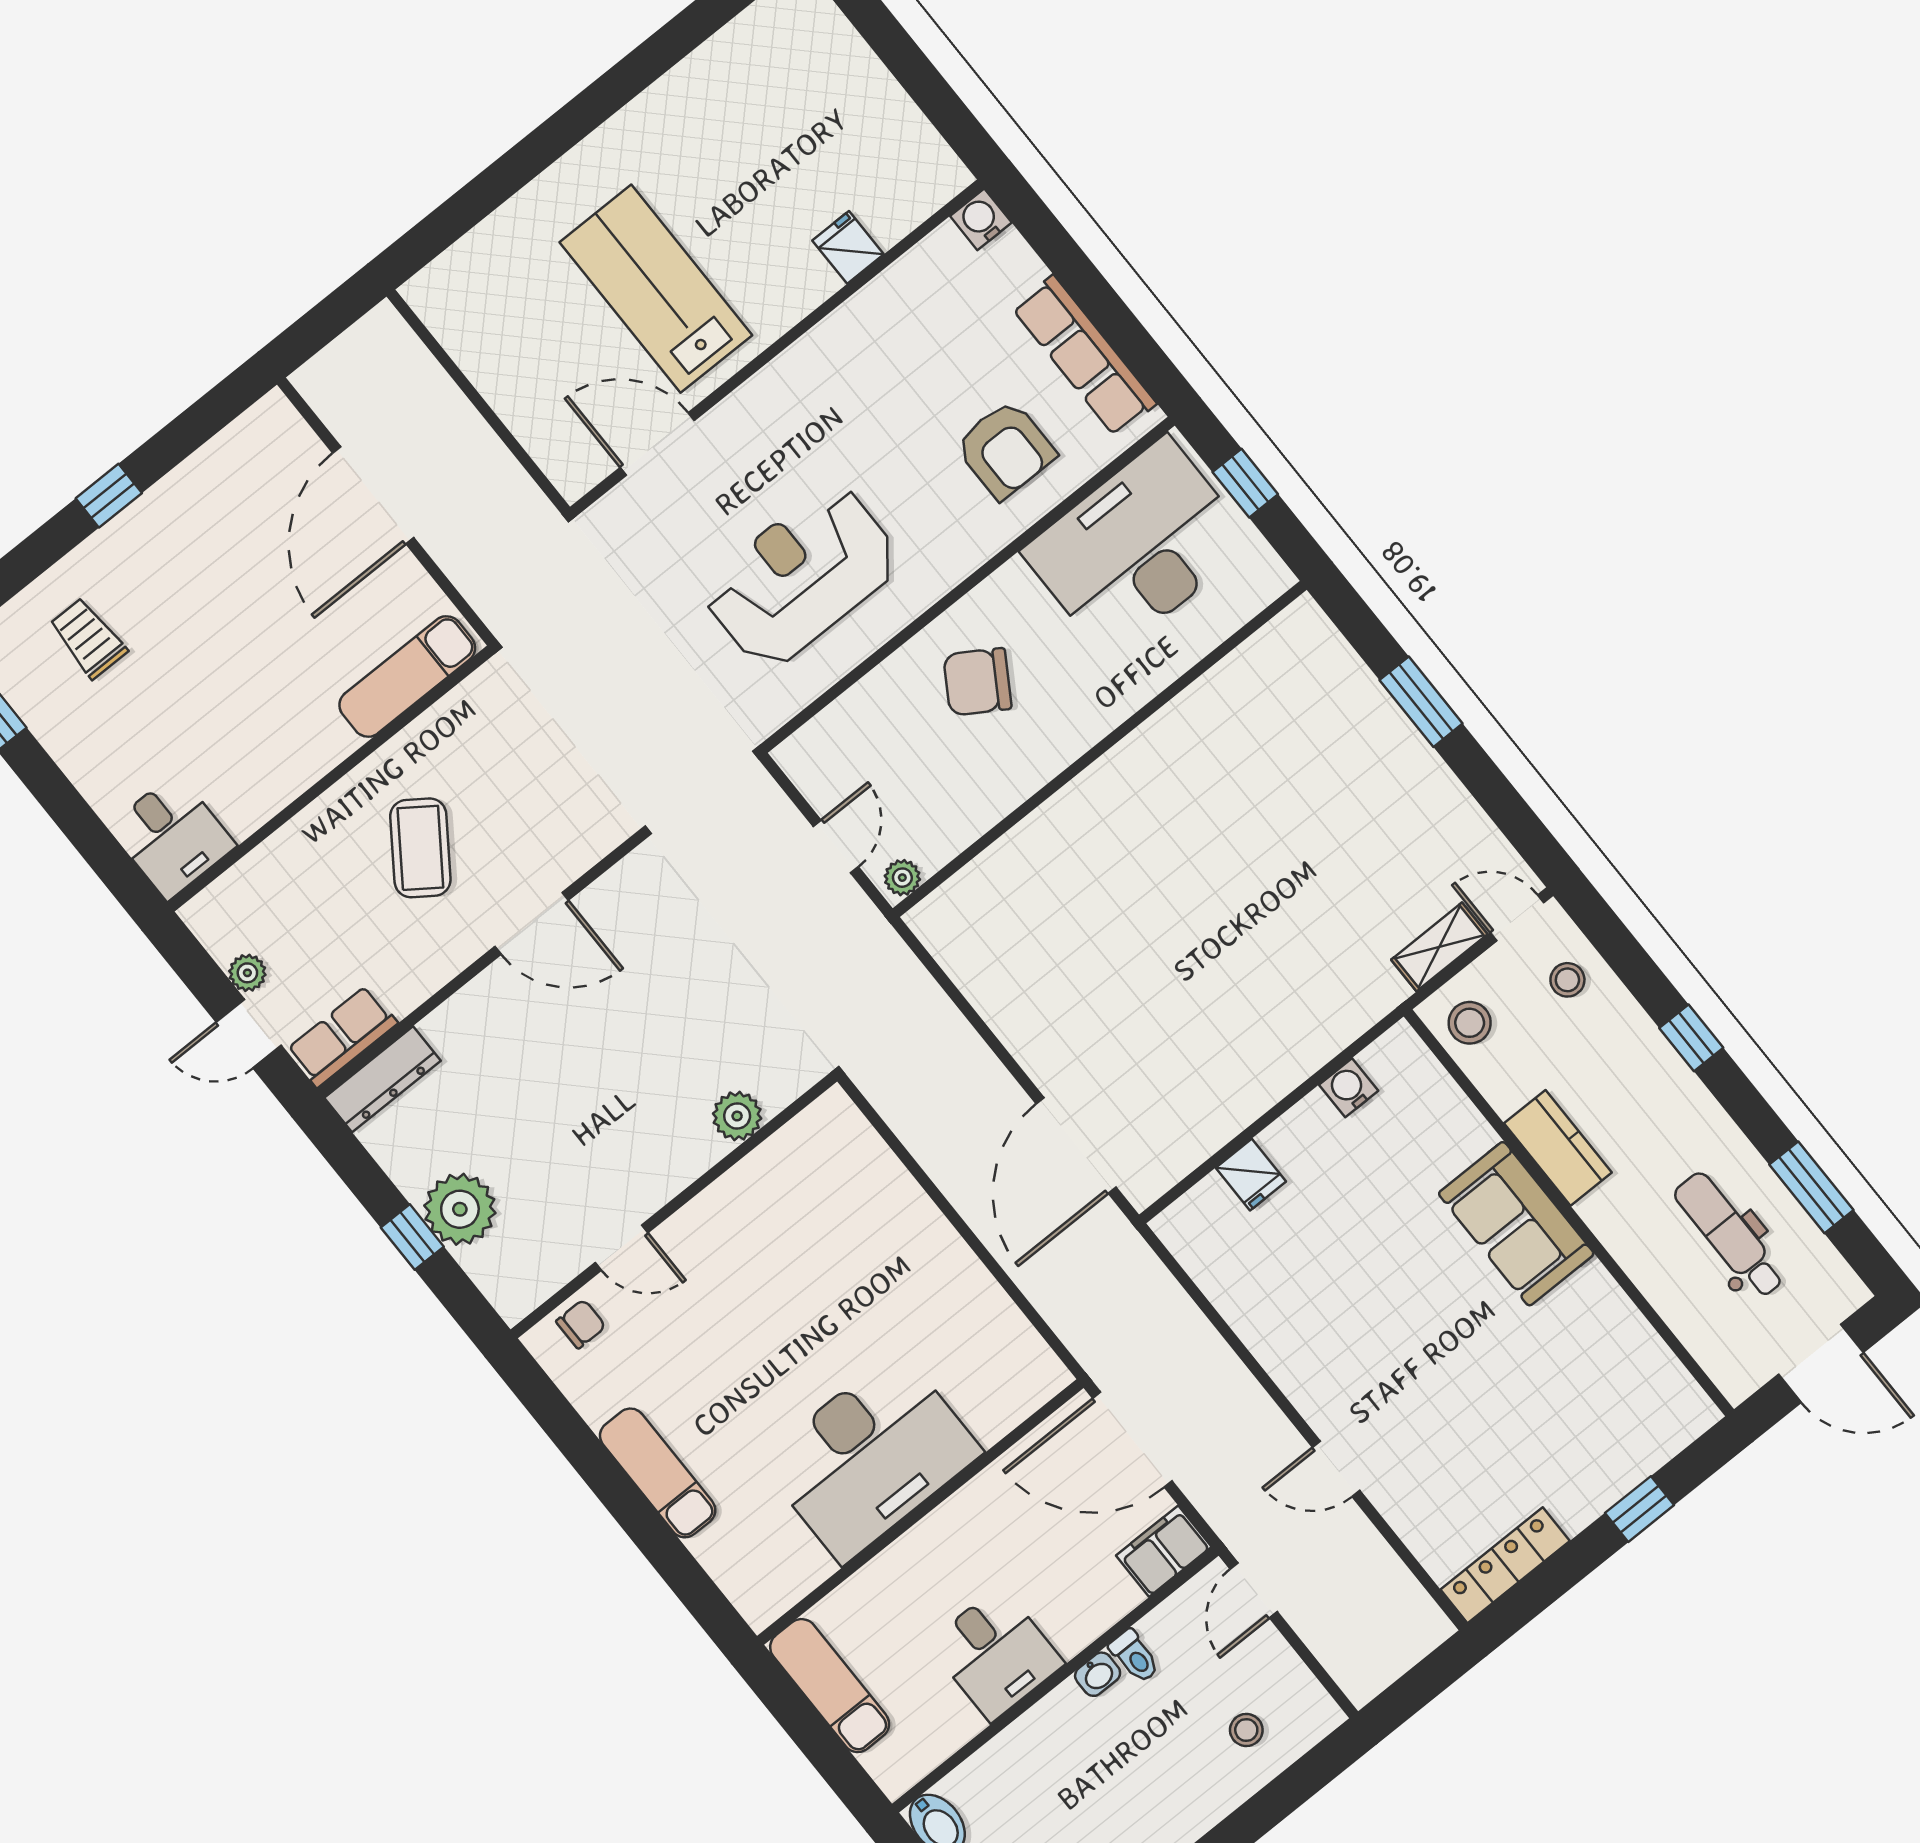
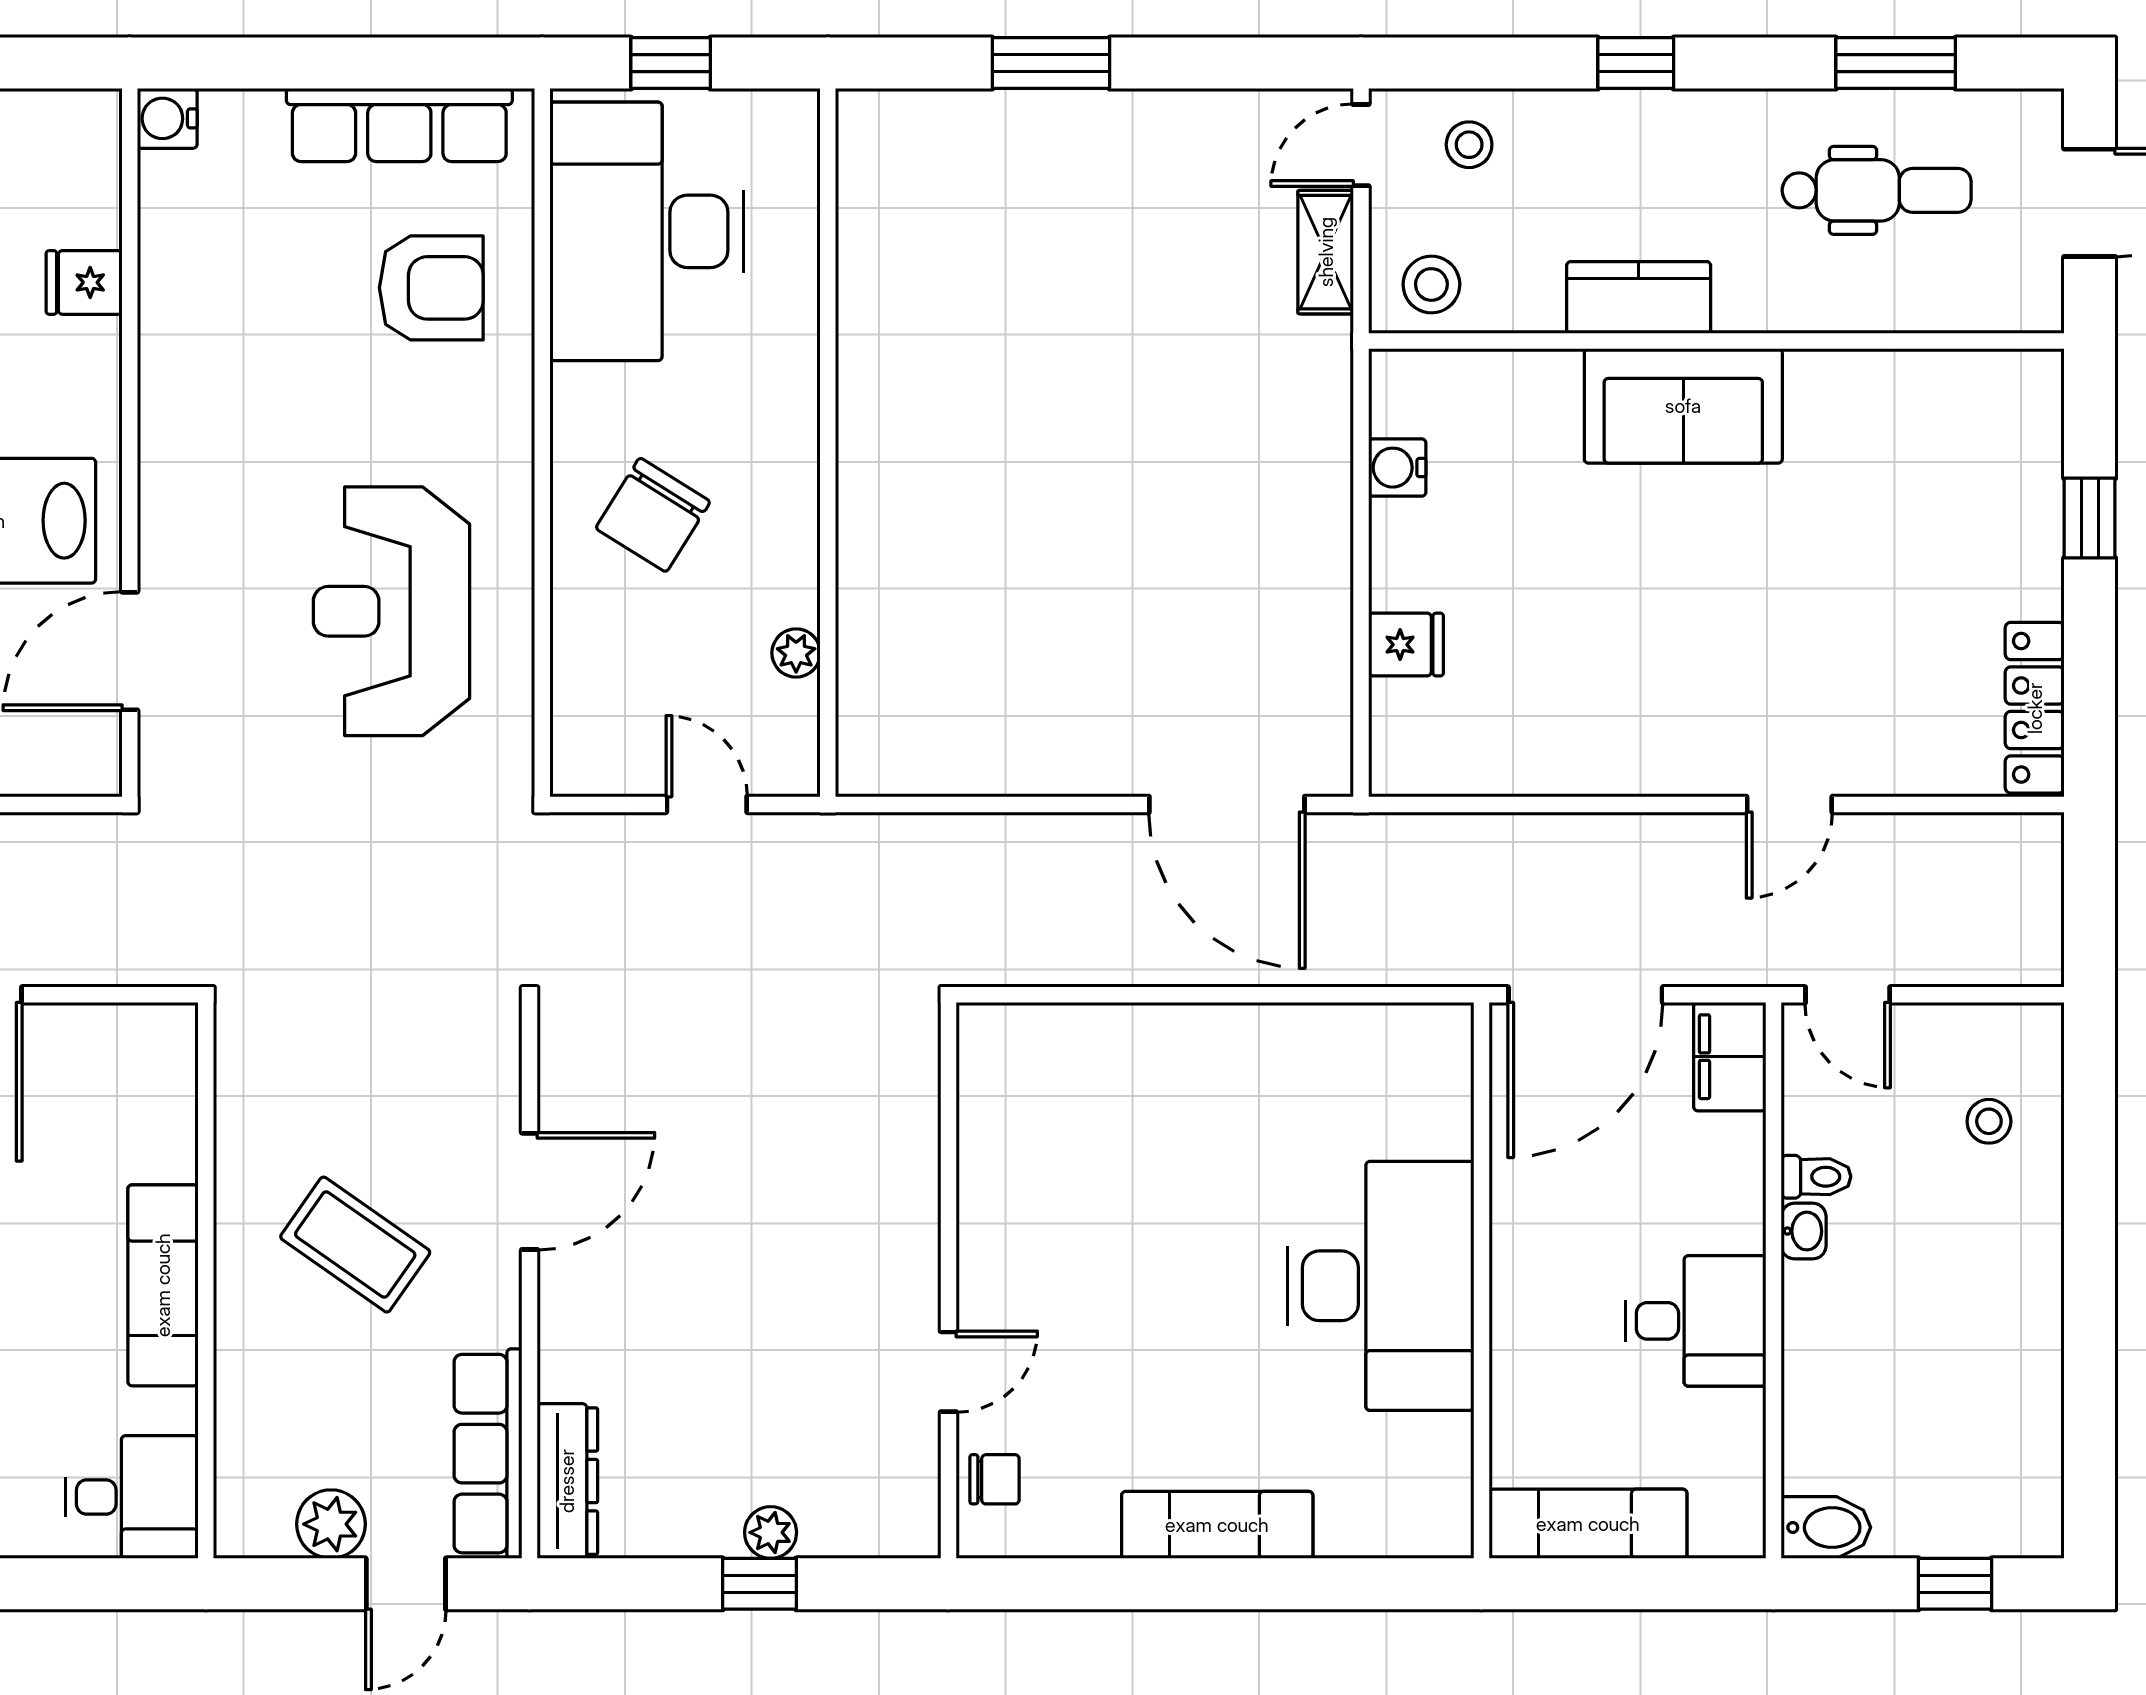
exam couch: (407, 676) -> (163, 1285), moved
plant: (902, 878) -> (796, 653), moved
plant: (247, 973) -> (331, 1524), width x1.38, depth x1.38
row of seats: (342, 1036) -> (488, 1454), width x1.48
plant: (737, 1116) -> (908, 1138), removed
plant: (460, 1209) -> (771, 1532), width x0.53, depth x0.53
dental chair: (1730, 1235) -> (1877, 190), turned 180
chair: (581, 1324) -> (995, 1479), turned 90

